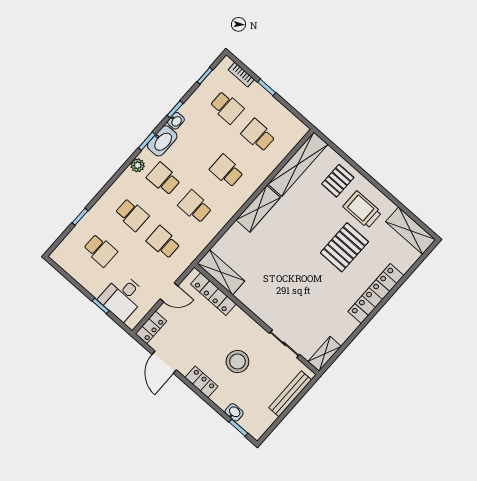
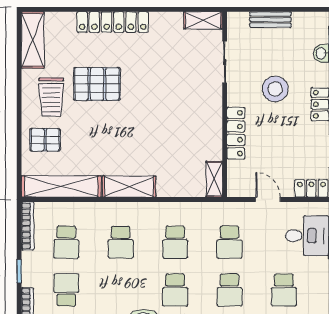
bookcase: (291, 119) -> (28, 226), added
school desk: (132, 215) -> (230, 290), turned 180
school desk: (100, 250) -> (284, 290), turned 180
shelving: (221, 272) -> (214, 179), width x0.67, depth x0.75
locker: (213, 294) -> (236, 133), moved
bench: (290, 394) -> (270, 20), width x0.73

